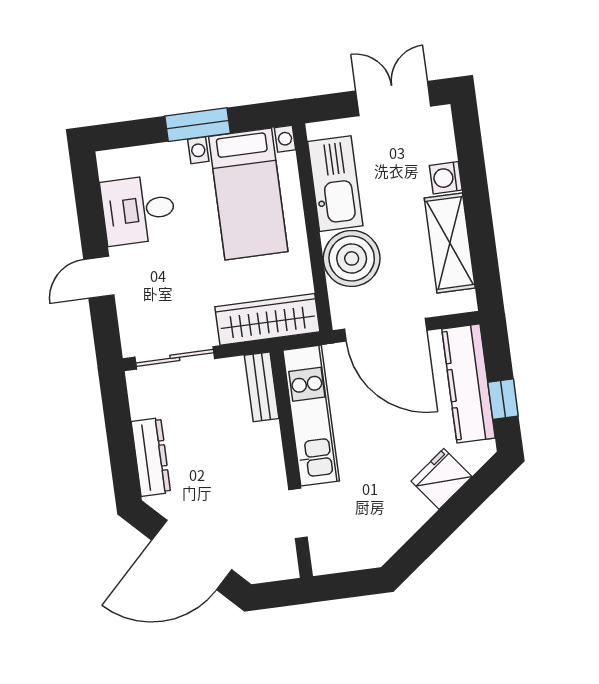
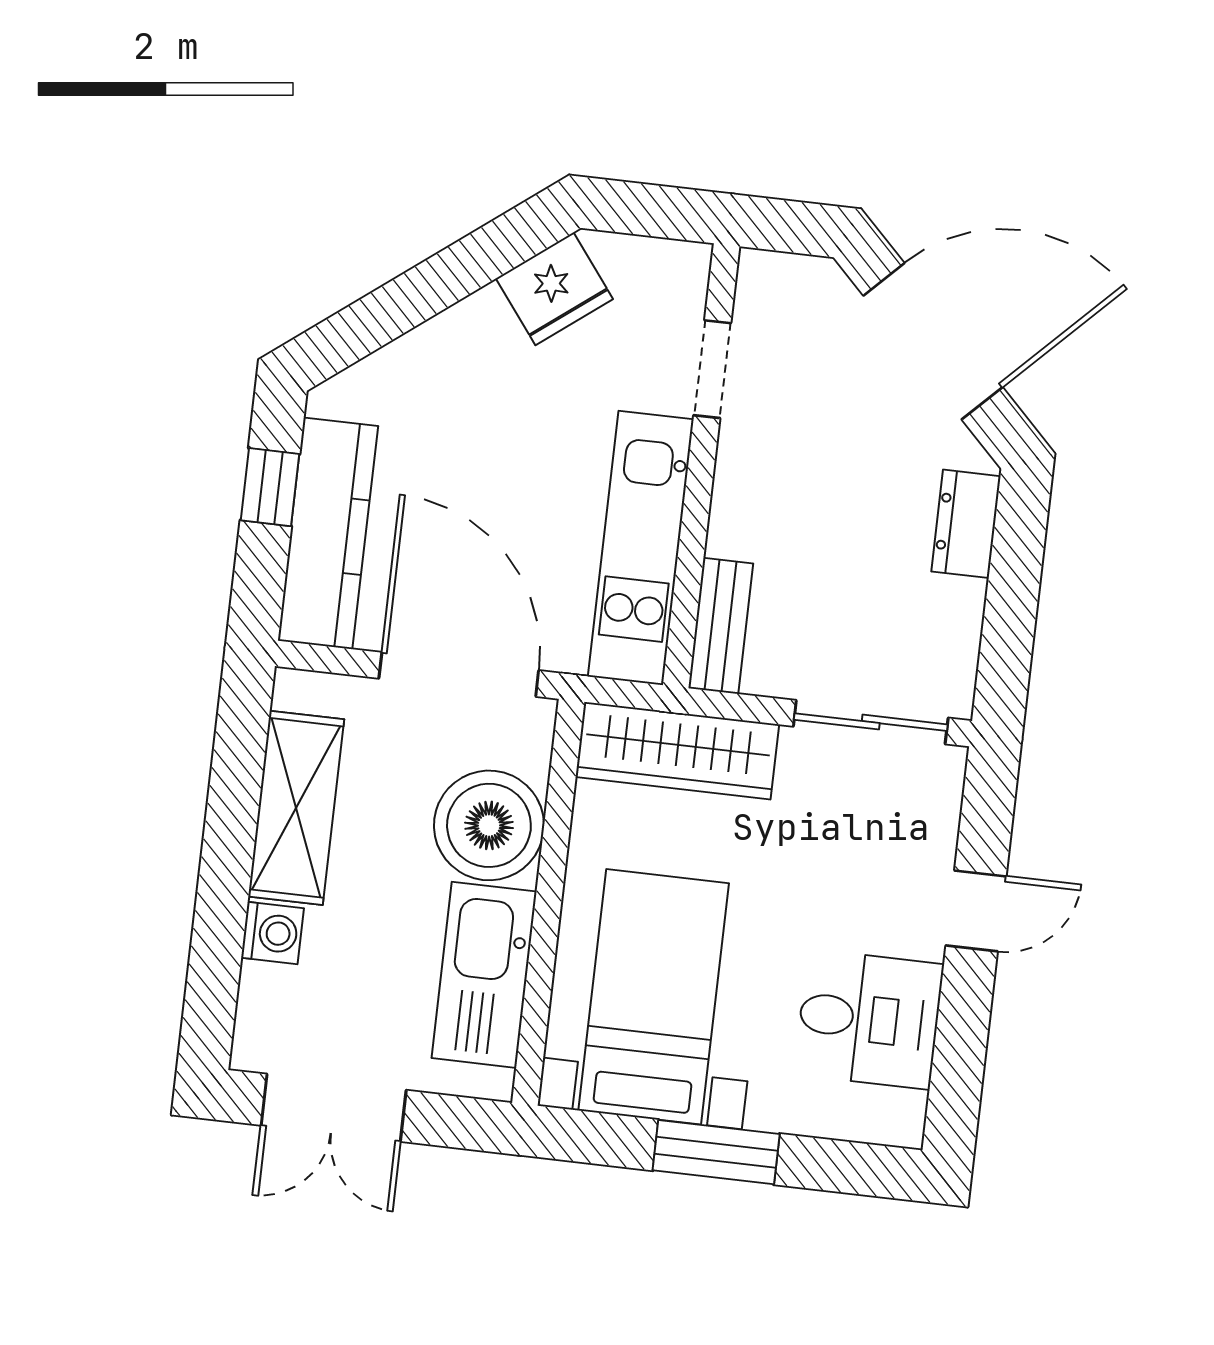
dresser: (151, 457) -> (966, 524), width x0.70
fridge: (441, 479) -> (554, 289), moved

